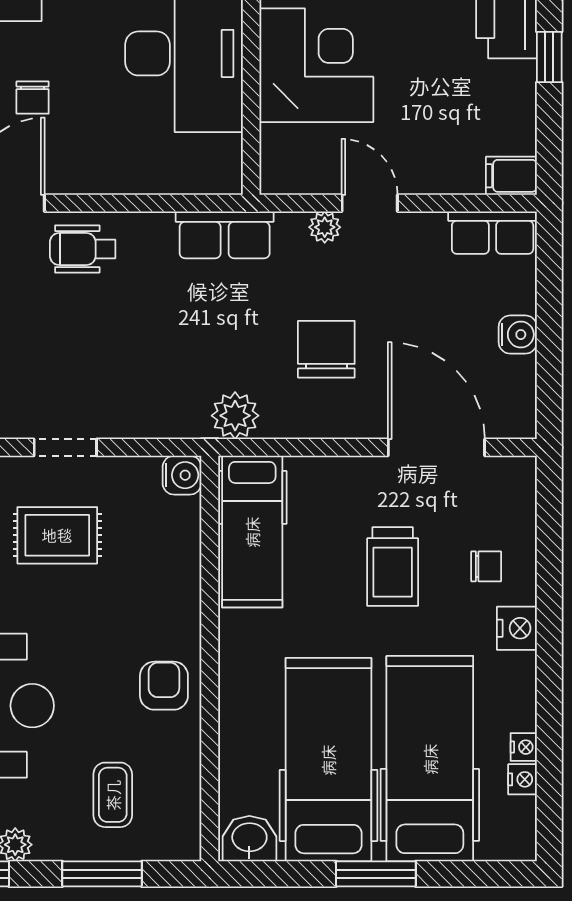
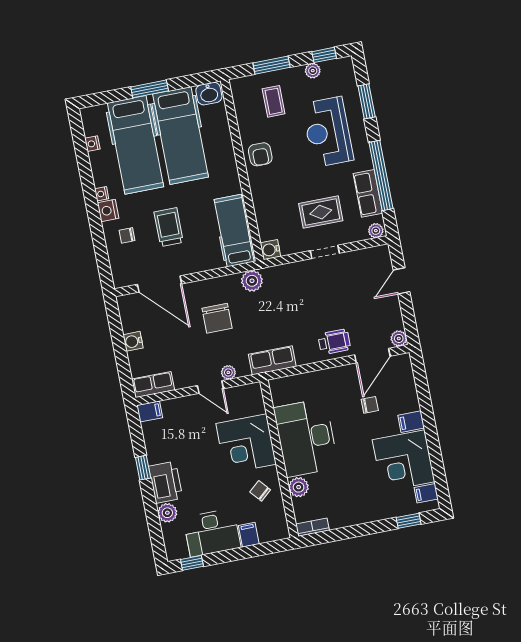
chair: (33, 98) -> (370, 405), turned 90
nightstand: (524, 747) -> (102, 194), moved

